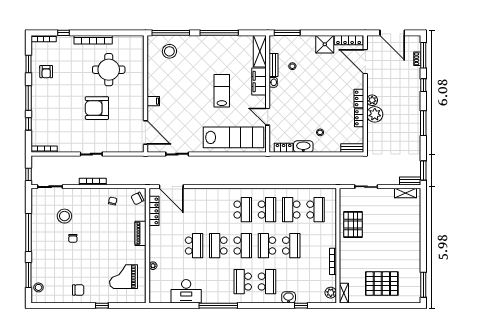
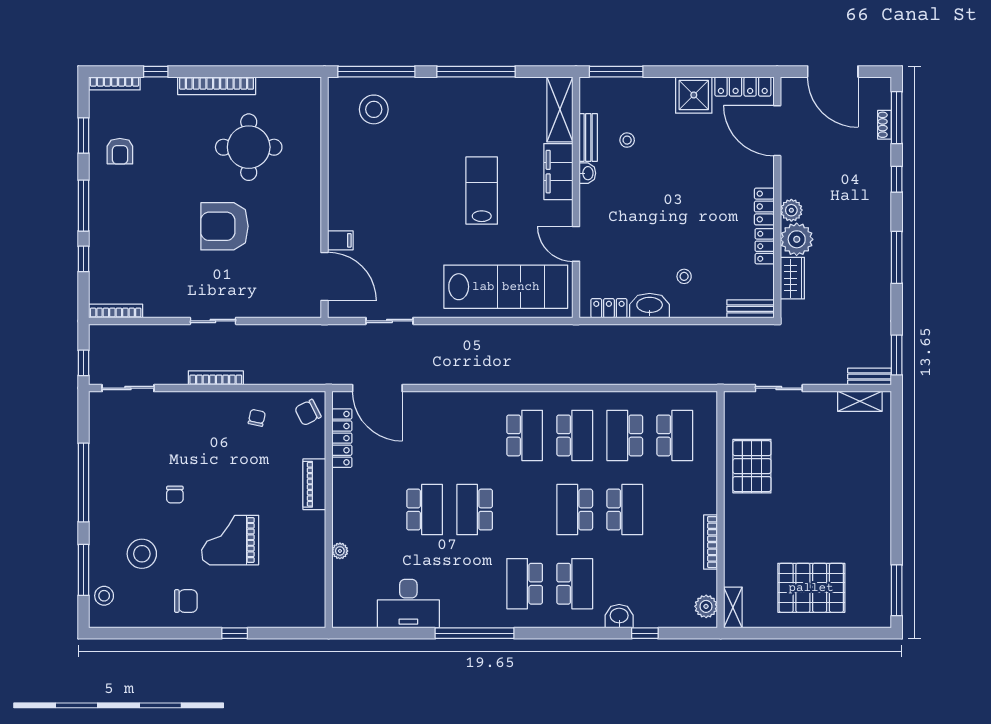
filing cabinet: (153, 101) -> (340, 240), moved
wardrobe: (373, 133) -> (792, 278), added
stool: (64, 216) -> (142, 554), moved
school desk: (243, 246) -> (525, 510), removed
grand piano: (124, 277) -> (230, 540), moved

